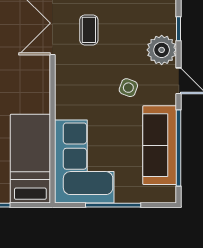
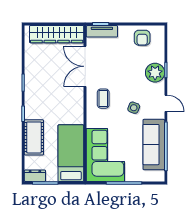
coffee table: (89, 30) -> (103, 99), moved
plant: (162, 50) -> (155, 73), moved

